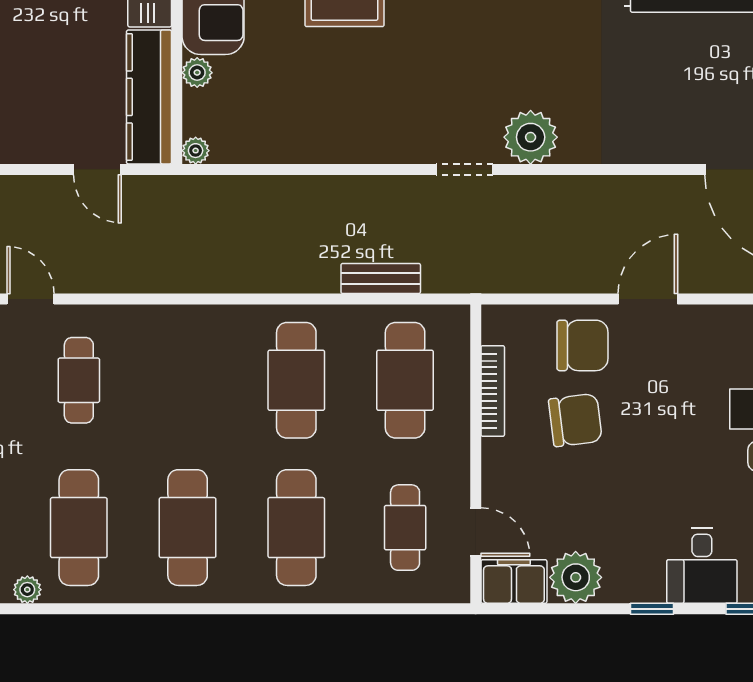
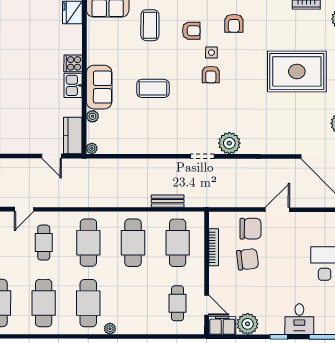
kitchen counter: (149, 97) -> (73, 136), width x0.67
door: (31, 299) -> (24, 209), swing flipped
cafe table: (296, 528) -> (88, 243), moved
plant: (27, 590) -> (110, 329), moved

